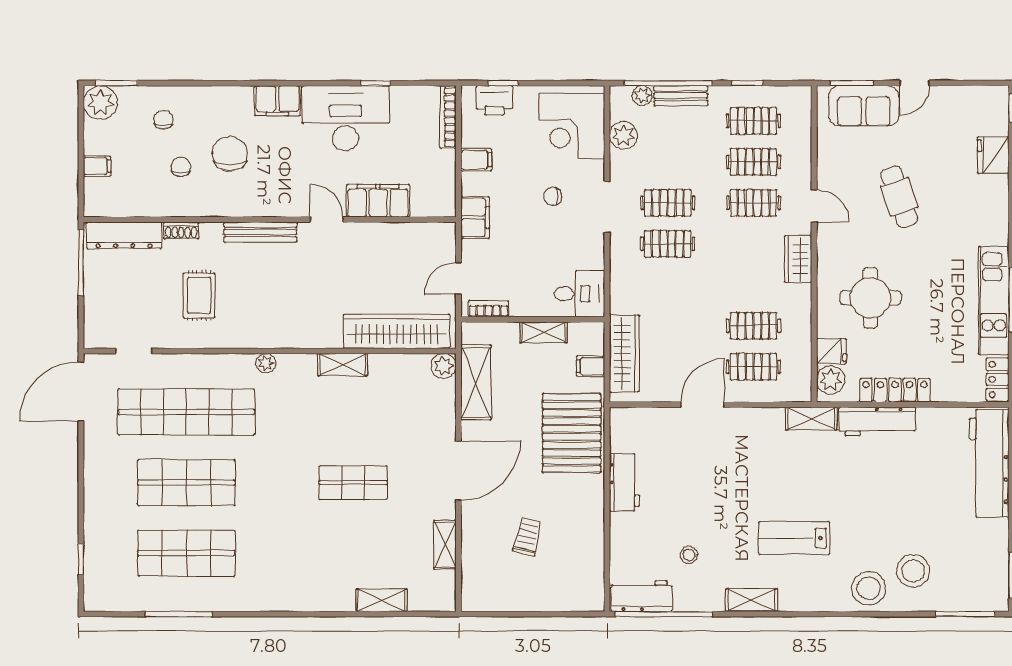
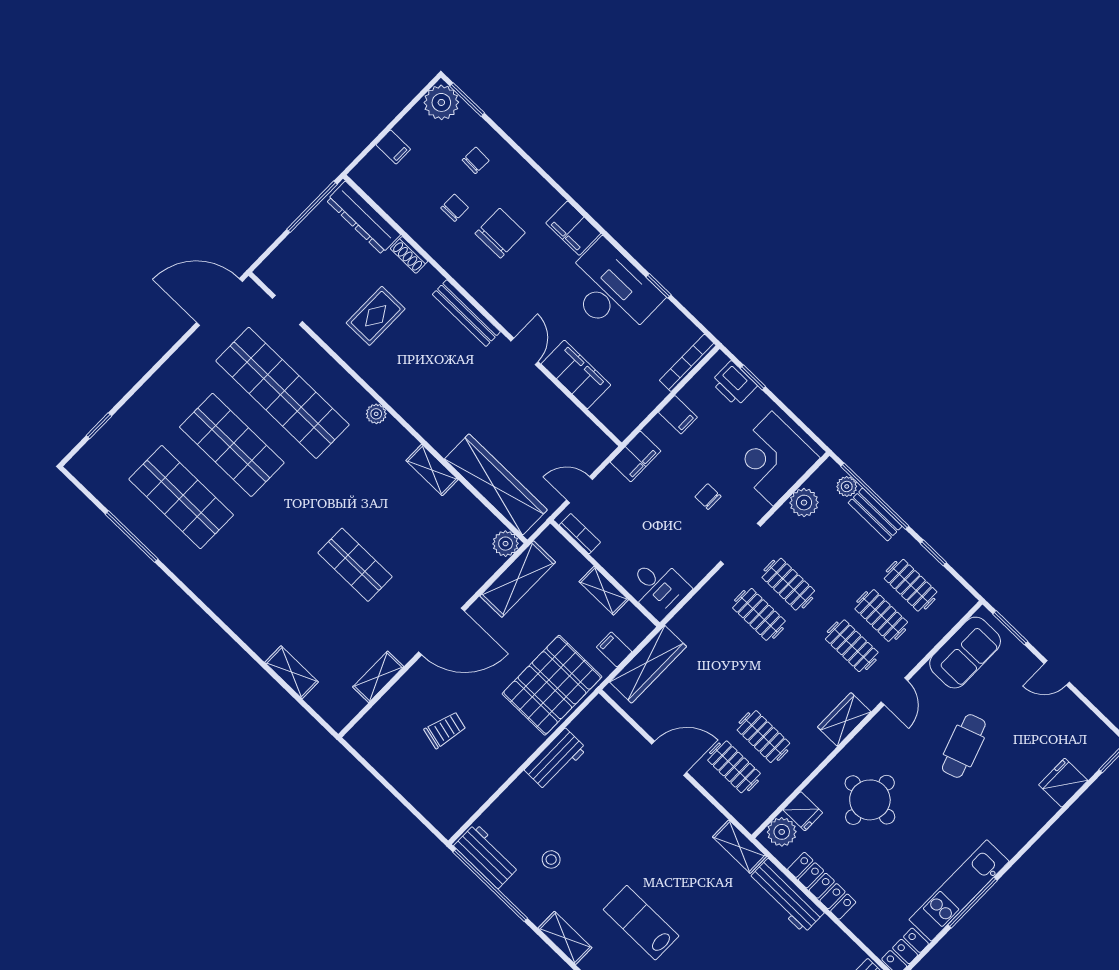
sofa: (864, 106) -> (965, 653), moved, turned -90

